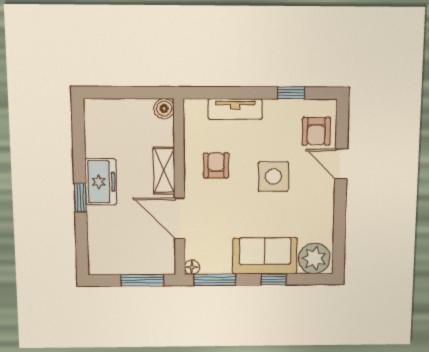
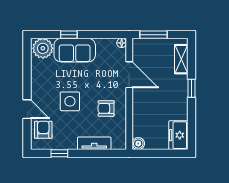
armchair: (216, 165) -> (106, 108), turned 90
shelving: (164, 171) -> (181, 59), moved
freezer: (101, 182) -> (178, 135), moved
window: (215, 280) -> (107, 35), removed

